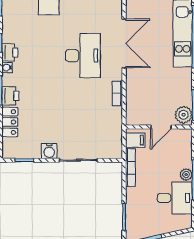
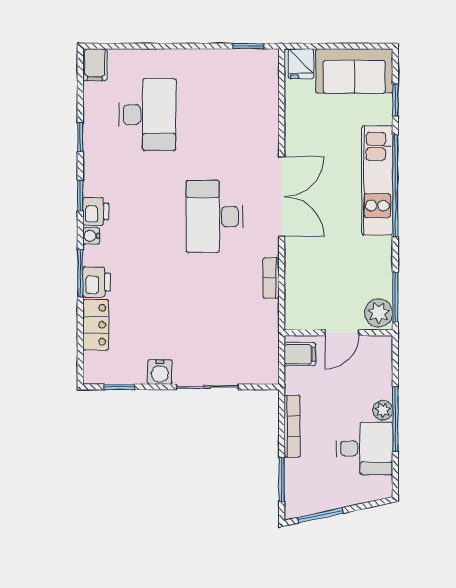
desk: (83, 56) -> (215, 217), turned 180
bookcase: (130, 168) -> (292, 426), moved

